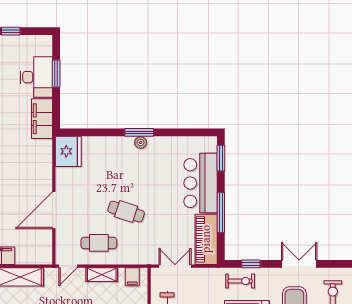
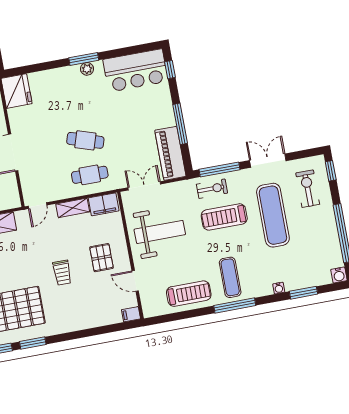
window: (221, 158) -> (170, 70), width x0.67
bar counter: (201, 183) -> (136, 70), moved, turned -90
cafe table: (99, 243) -> (90, 175), moved
window: (251, 264) -> (220, 170), width x2.17
filing cabinet: (132, 277) -> (104, 204), width x2.00

